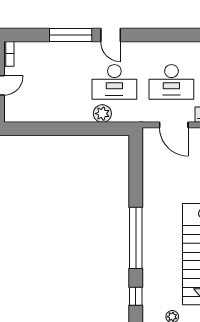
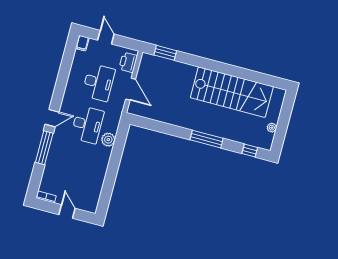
door: (174, 125) -> (131, 89), hinge flipped
window: (136, 238) -> (207, 139), width x0.68

